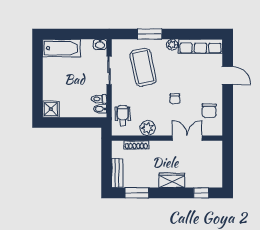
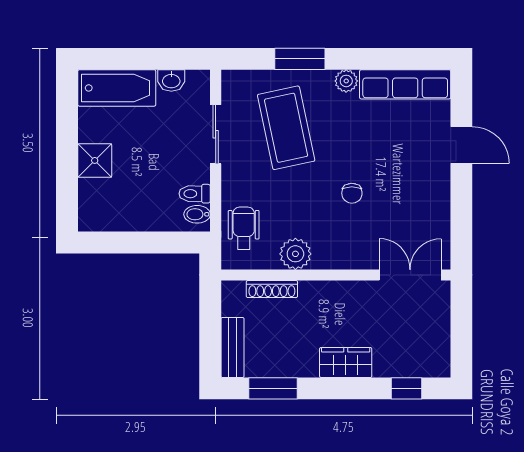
washbasin: (100, 44) -> (171, 81), moved
shower: (51, 109) -> (95, 160), moved
chair: (209, 111) -> (423, 218), removed
double door: (187, 138) -> (410, 275), moved

